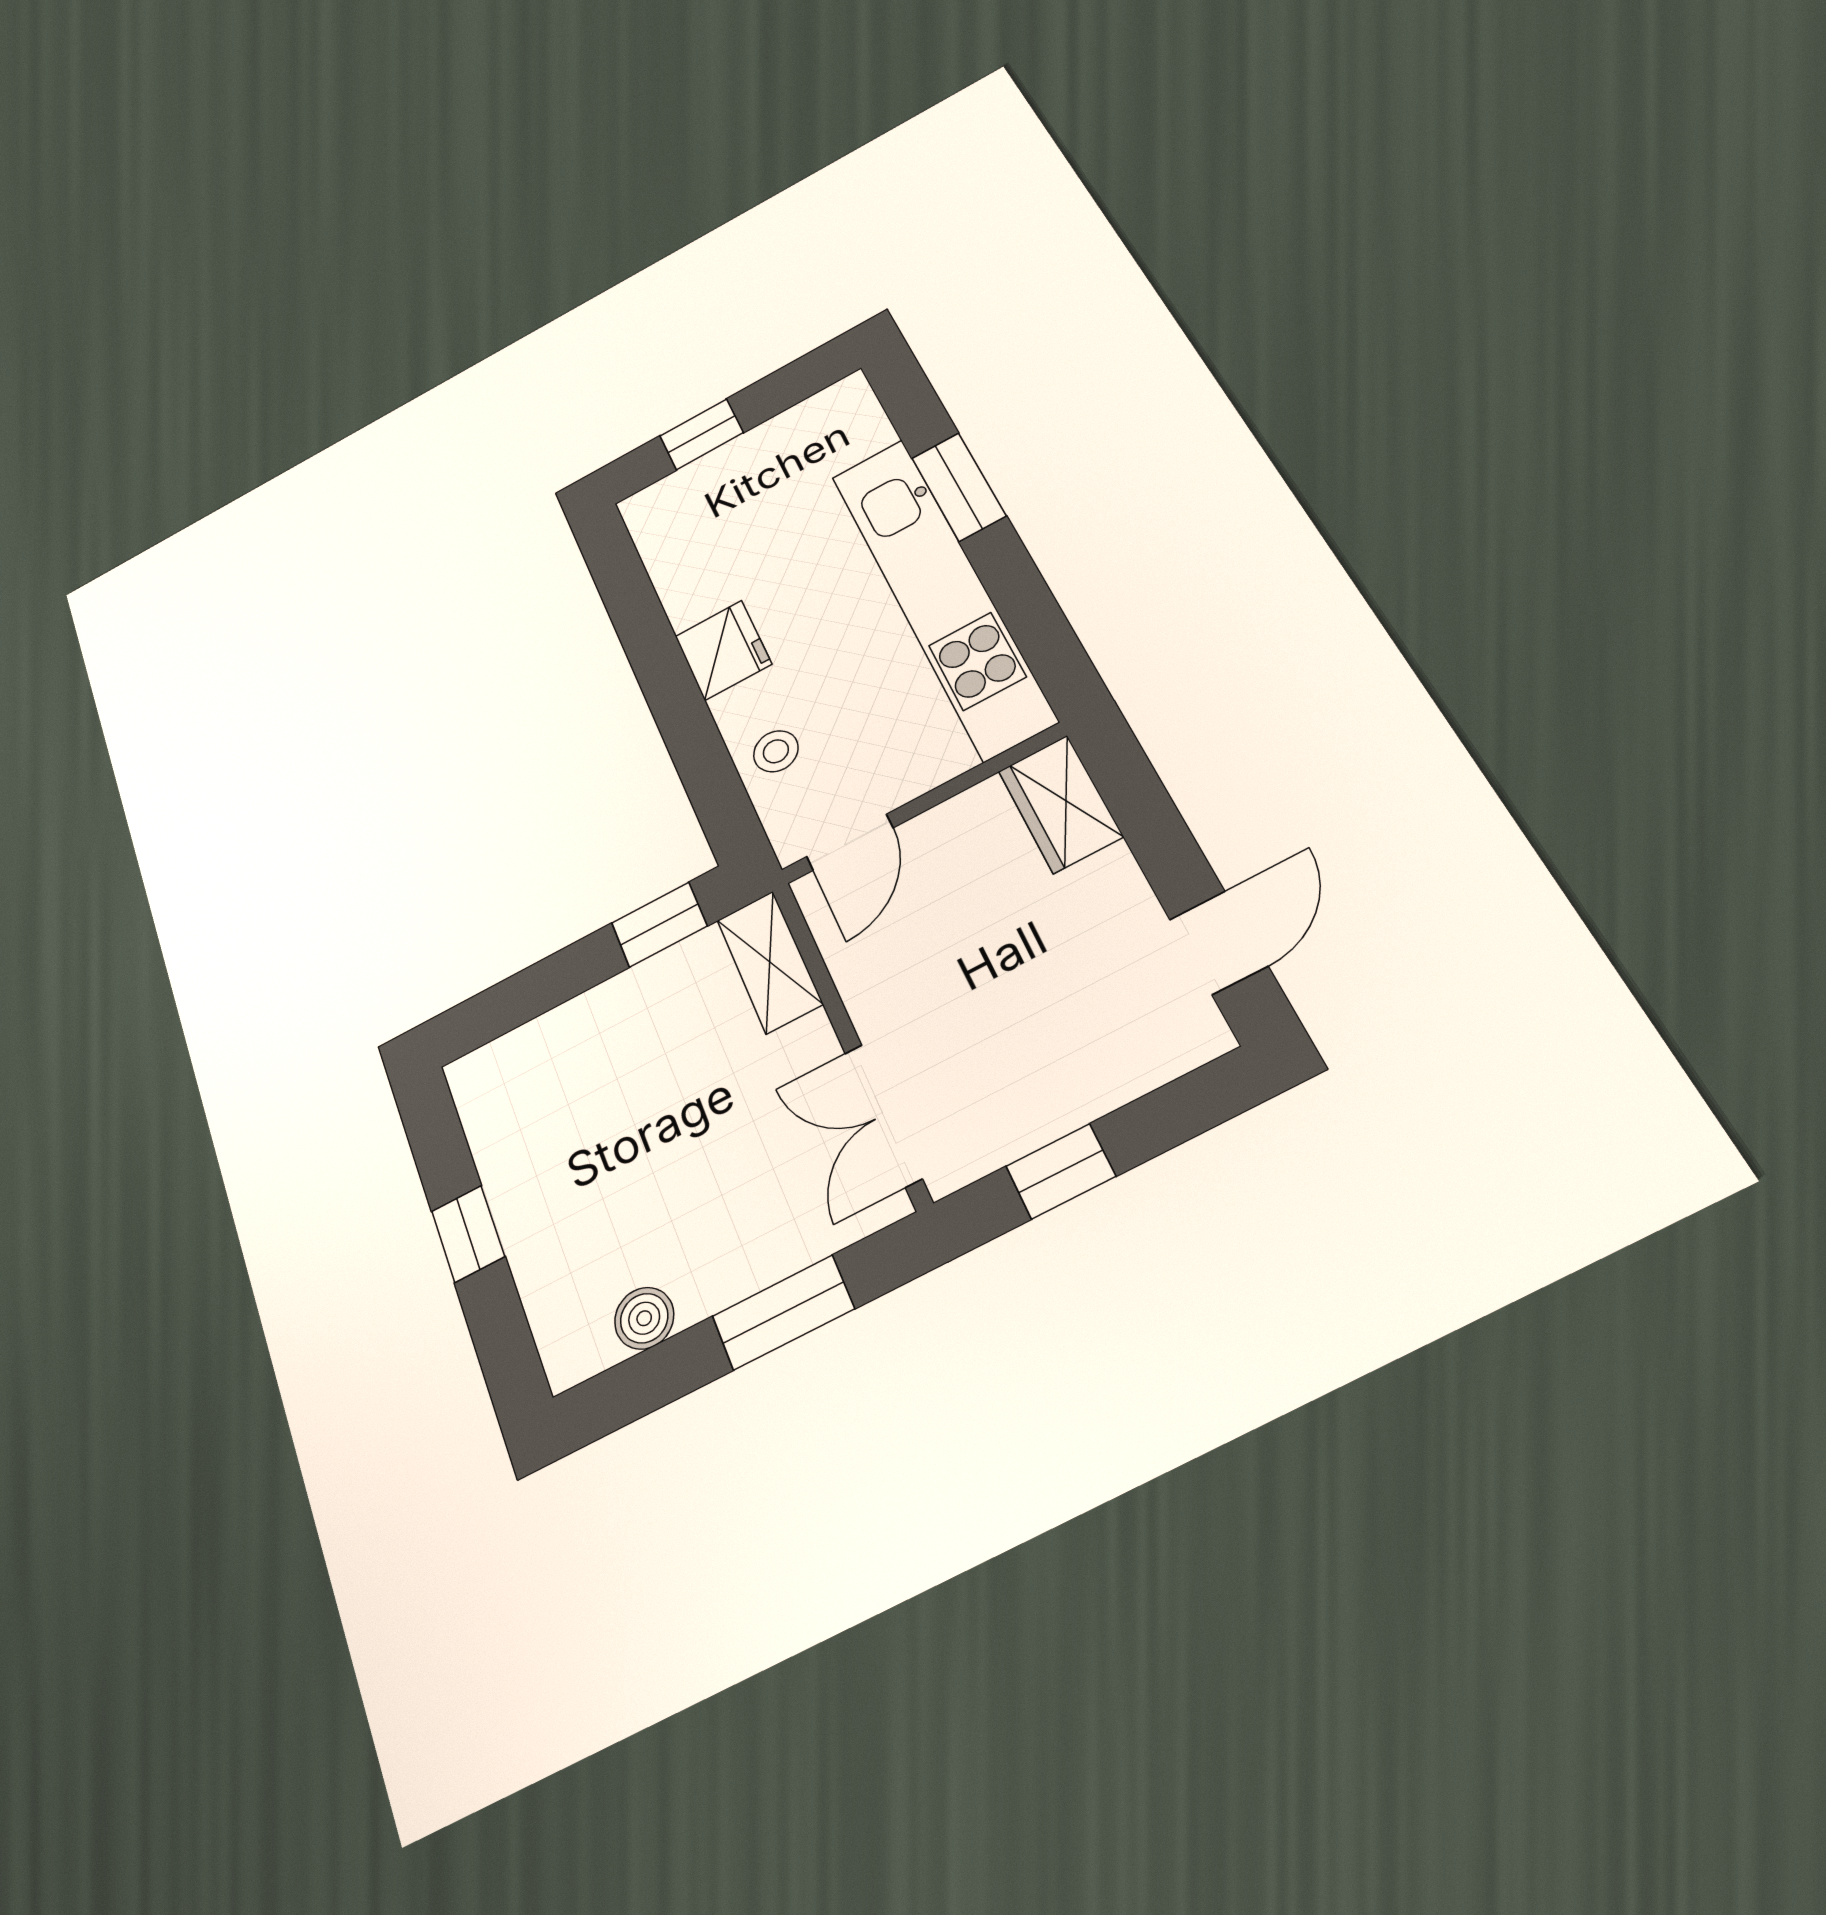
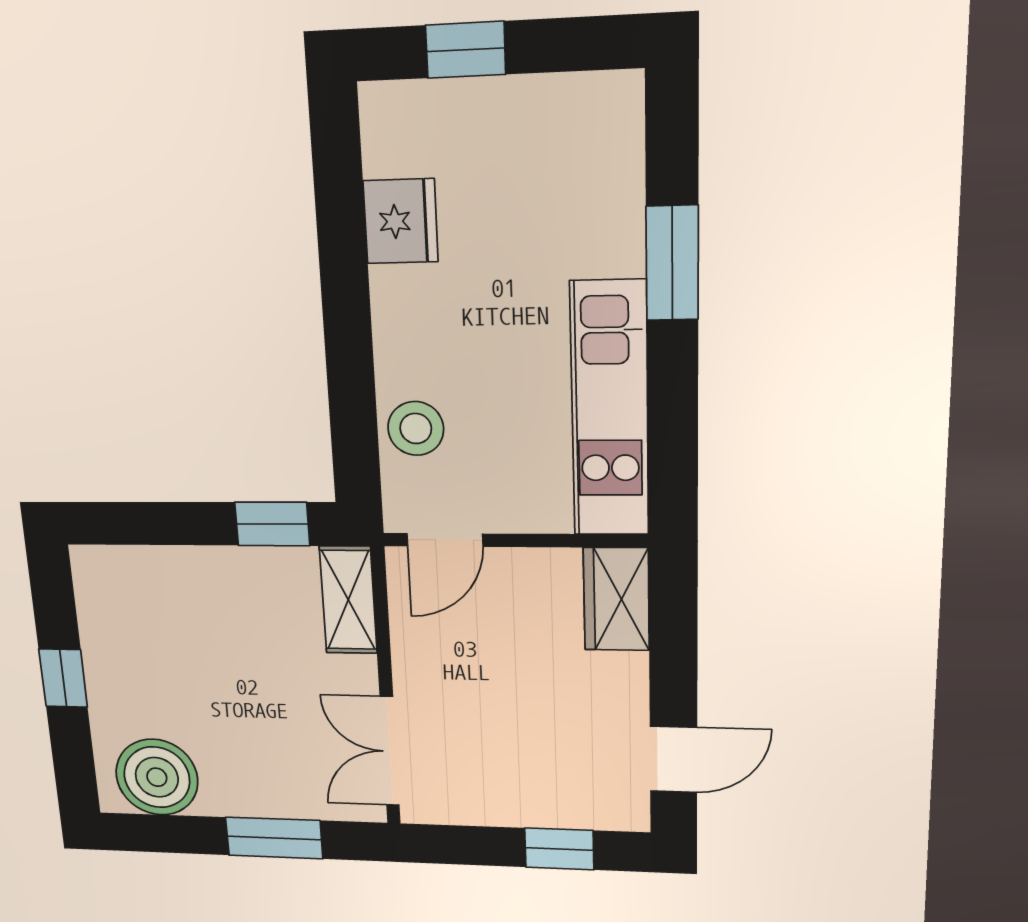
kitchen unit: (941, 595) -> (610, 410), width x0.73
fridge: (723, 650) -> (401, 221), moved
stool: (776, 751) -> (416, 428), width x1.37, depth x1.37
window: (1061, 1171) -> (559, 849), moved
boiler: (644, 1318) -> (157, 777), width x1.86, depth x1.86

